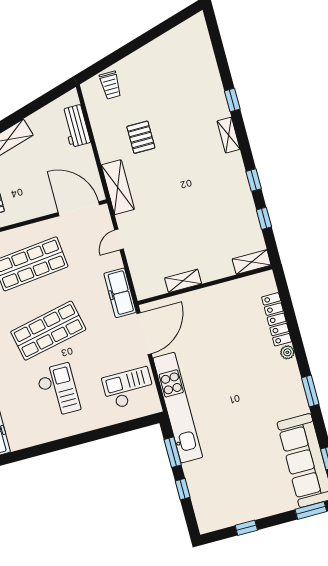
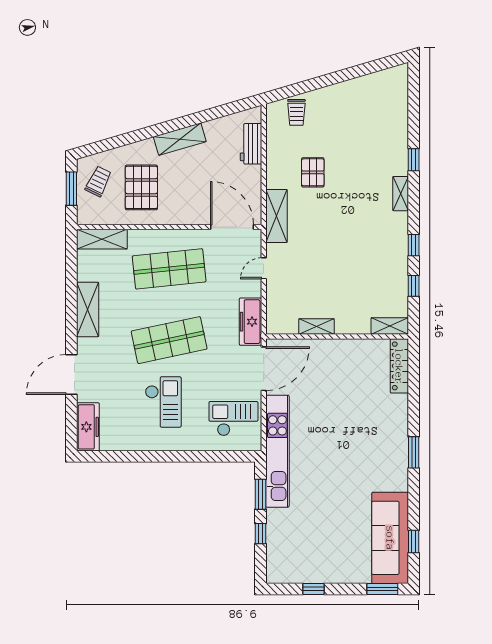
locker: (277, 319) -> (399, 366), moved
plant: (287, 352) -> (401, 425), removed
window: (310, 391) -> (414, 452), moved

